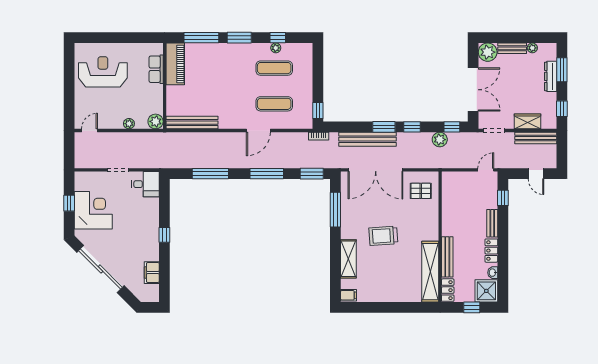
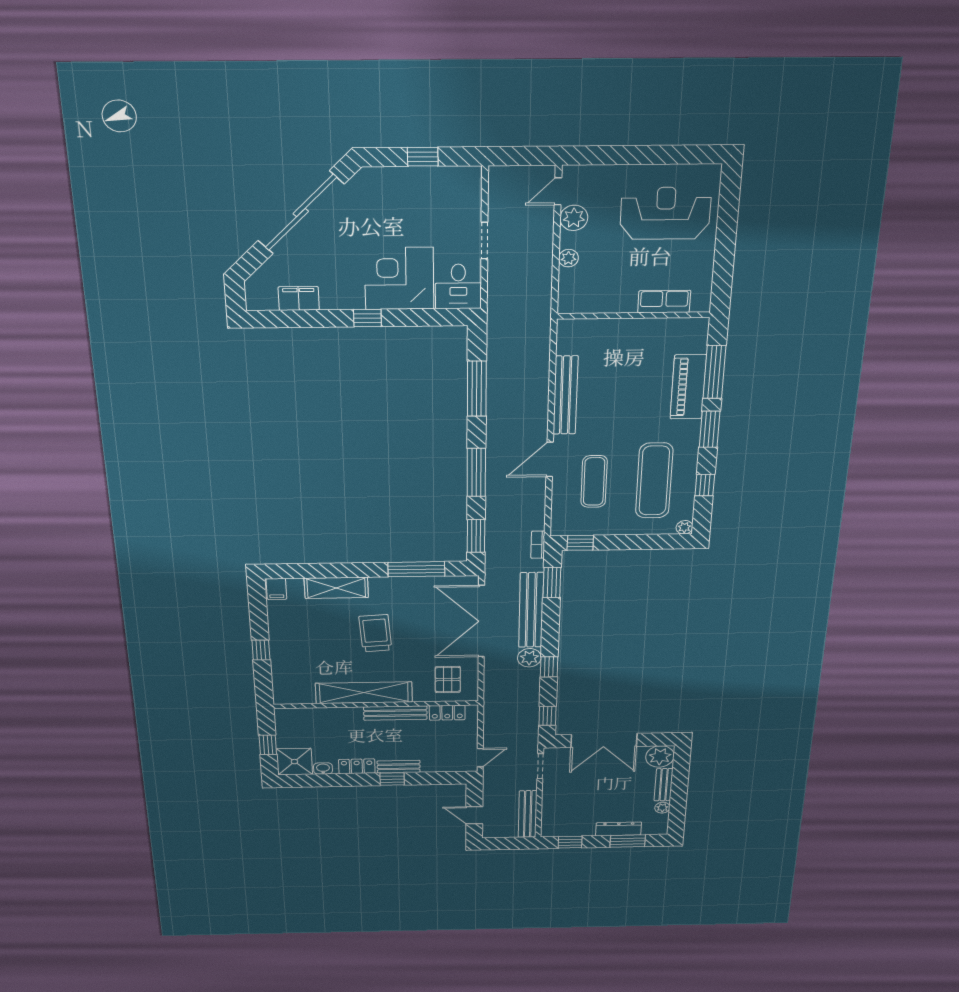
plant: (276, 48) -> (684, 527), moved
piano: (175, 64) -> (688, 387), moved, turned 90
exercise mat: (274, 68) -> (654, 481), width x1.36, depth x1.45
reception desk: (103, 72) -> (665, 213), turned -90
plant: (156, 121) -> (574, 218), moved
wardrobe: (528, 121) -> (553, 804), removed
bench: (192, 123) -> (566, 395), moved
window: (384, 127) -> (552, 583), moved
door: (89, 131) -> (558, 191), swing flipped
door: (258, 131) -> (550, 459), hinge flipped
plant: (440, 140) -> (529, 658), moved
door: (486, 170) -> (480, 758), hinge flipped
door: (536, 174) -> (474, 815), hinge flipped
window: (503, 198) -> (392, 779), moved
corner desk: (93, 210) -> (399, 279), moved, turned 180
bench: (447, 257) -> (395, 713), moved
shelving: (430, 272) -> (364, 693), moved
locker: (448, 290) -> (447, 713), moved
window: (395, 307) -> (261, 650), added

